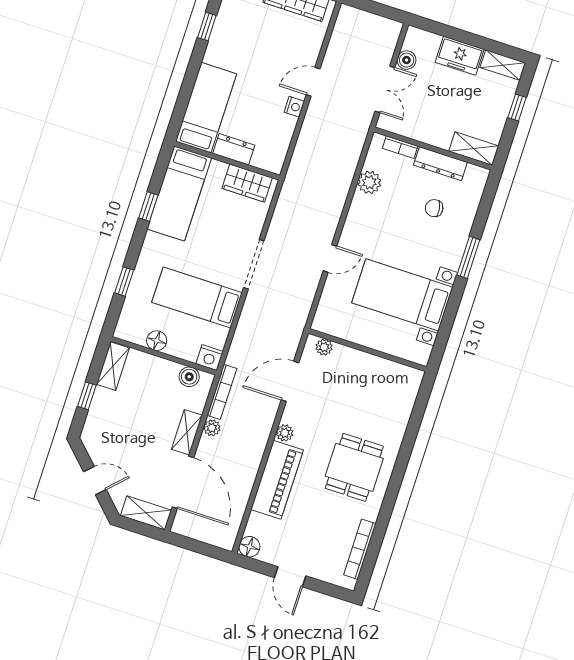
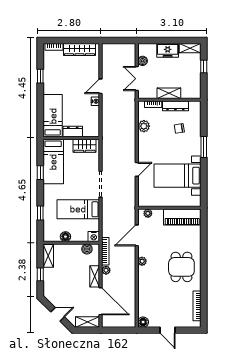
double door: (385, 89) -> (137, 79), swing flipped
shelving: (474, 149) -> (169, 93), moved
piano: (277, 480) -> (182, 217), moved, turned 90

